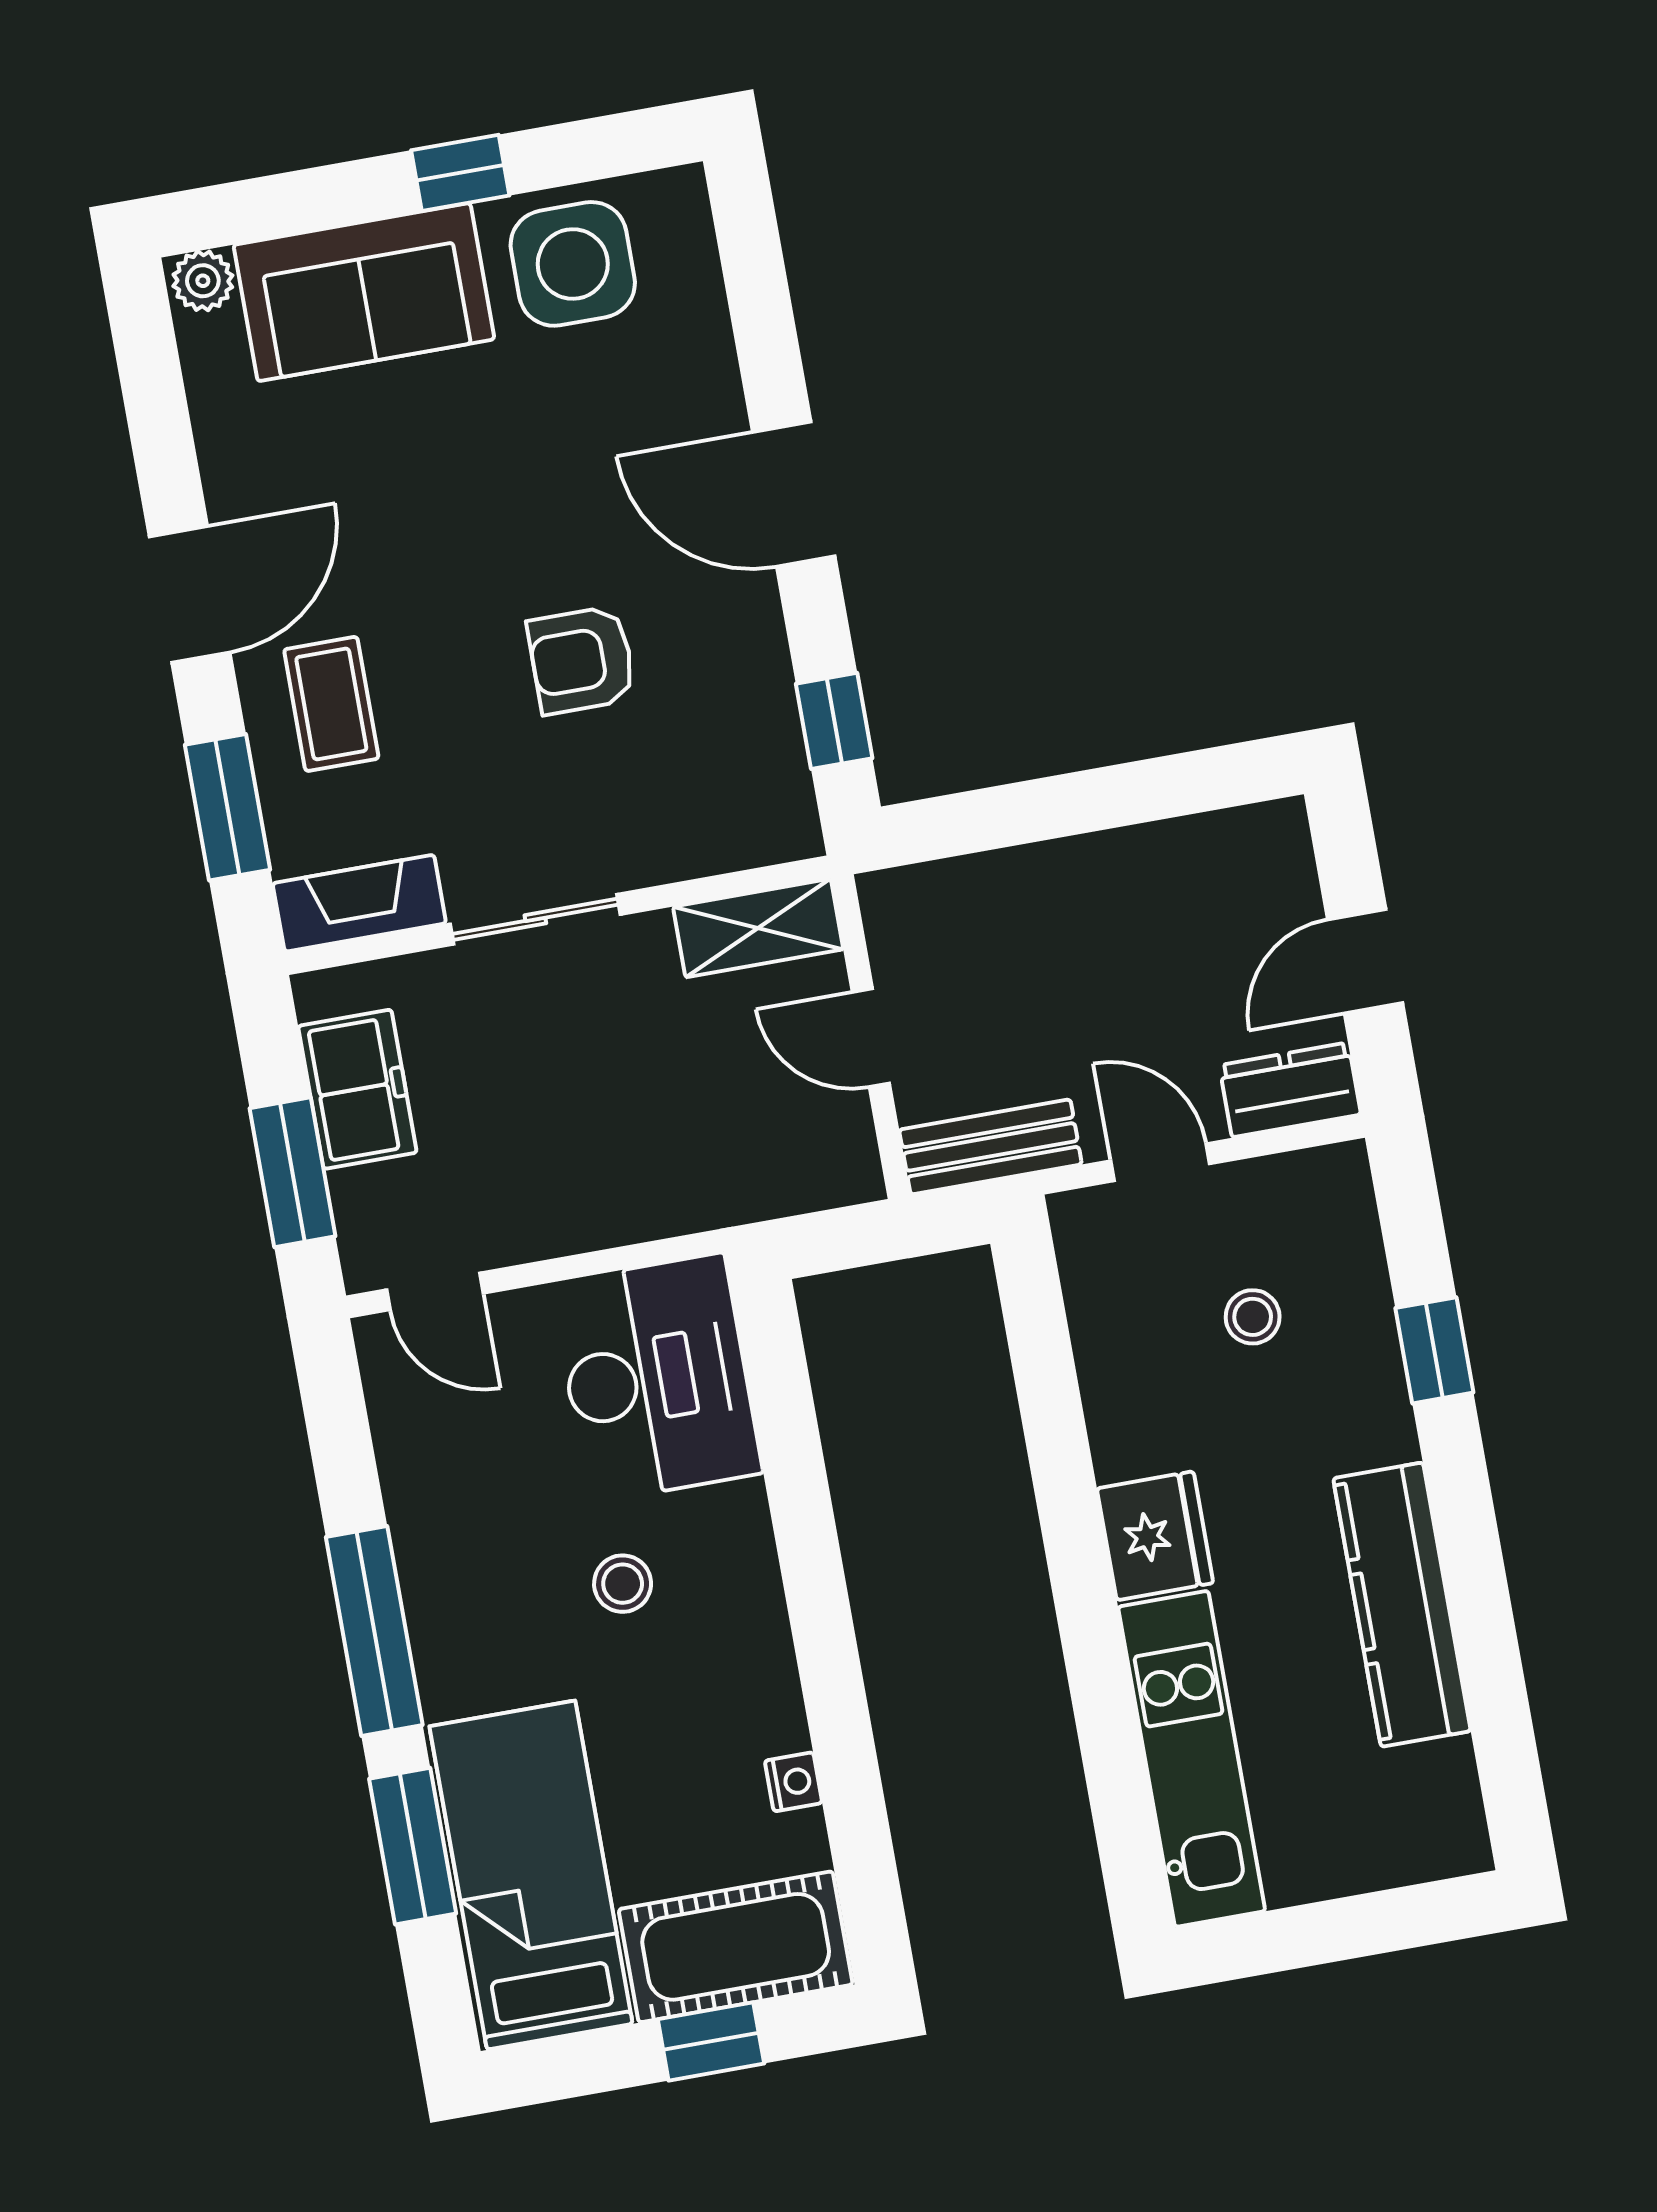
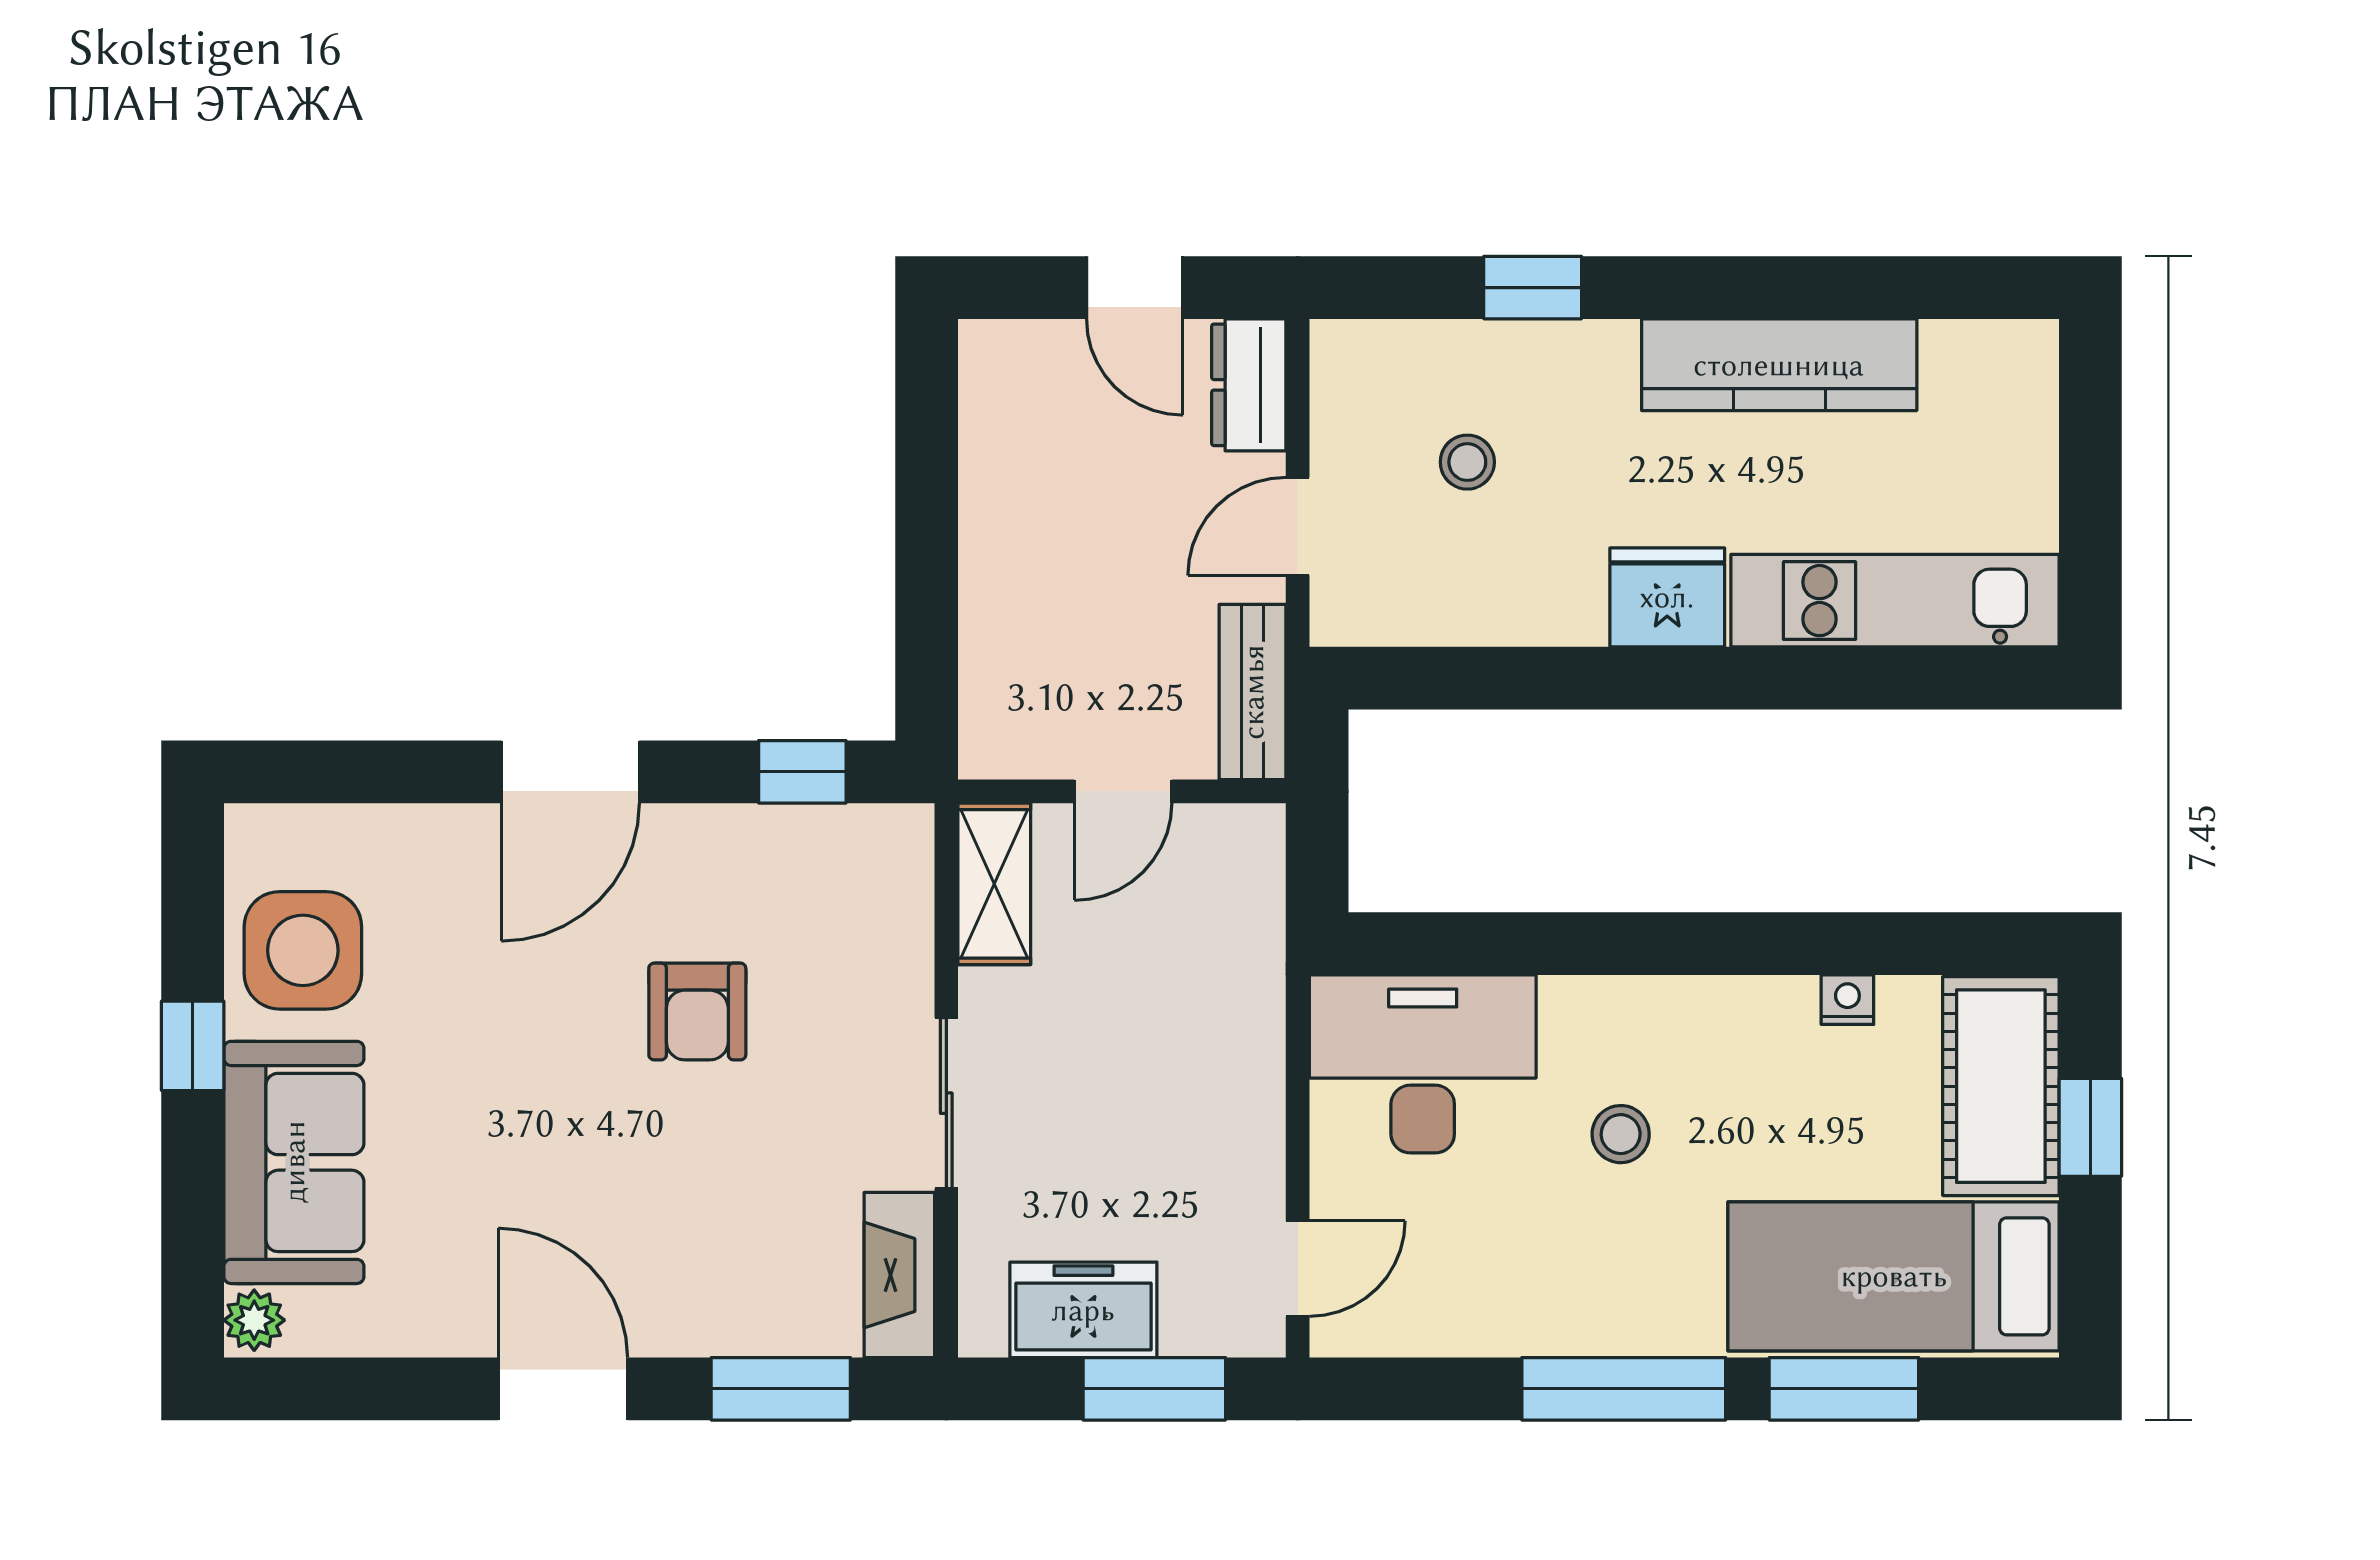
coffee table: (331, 704) -> (697, 1268), removed

